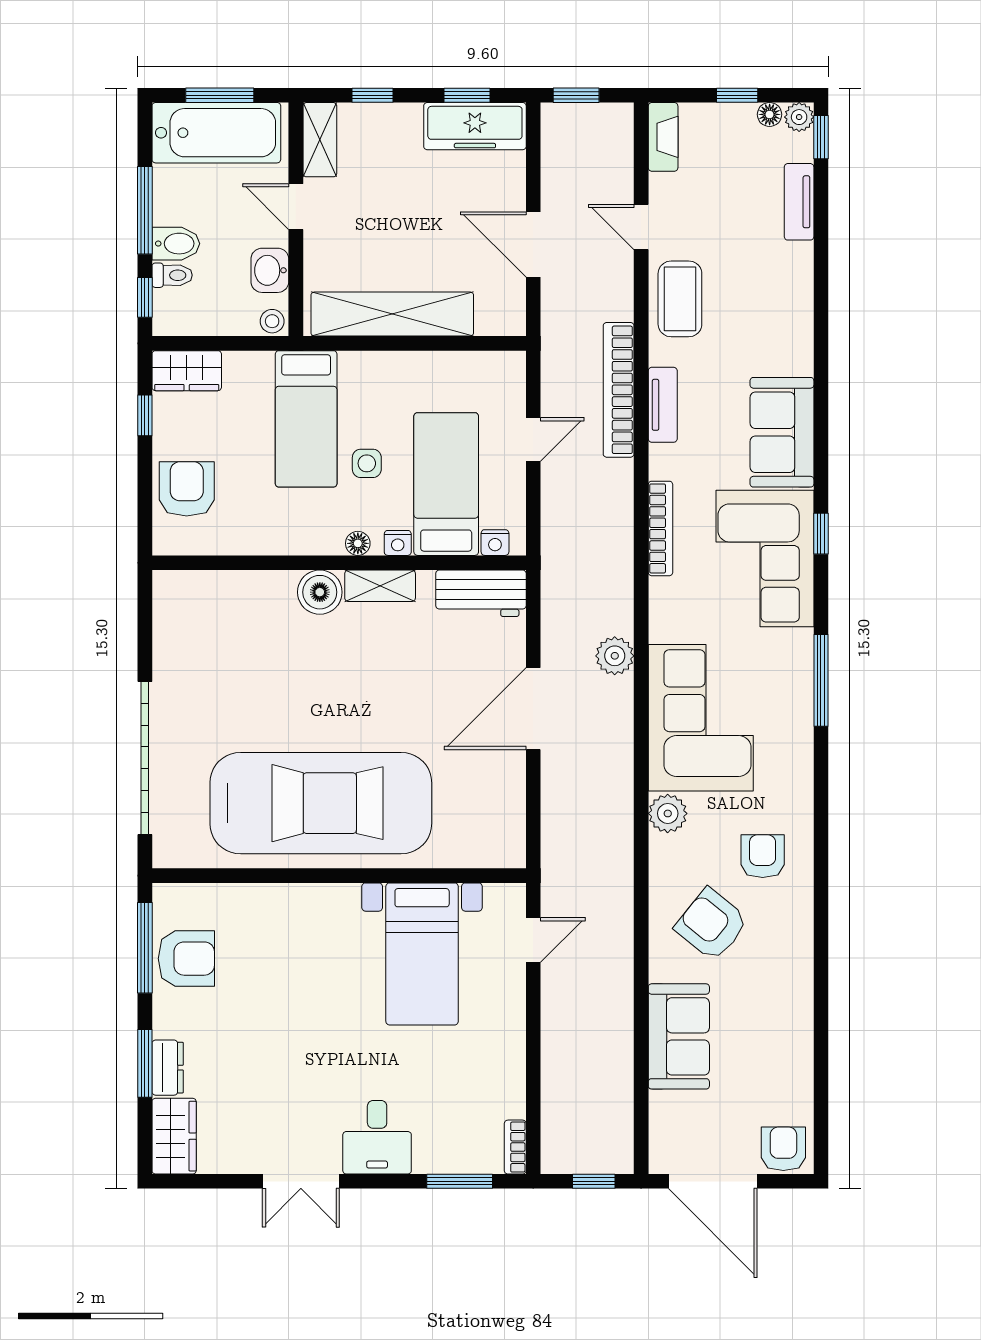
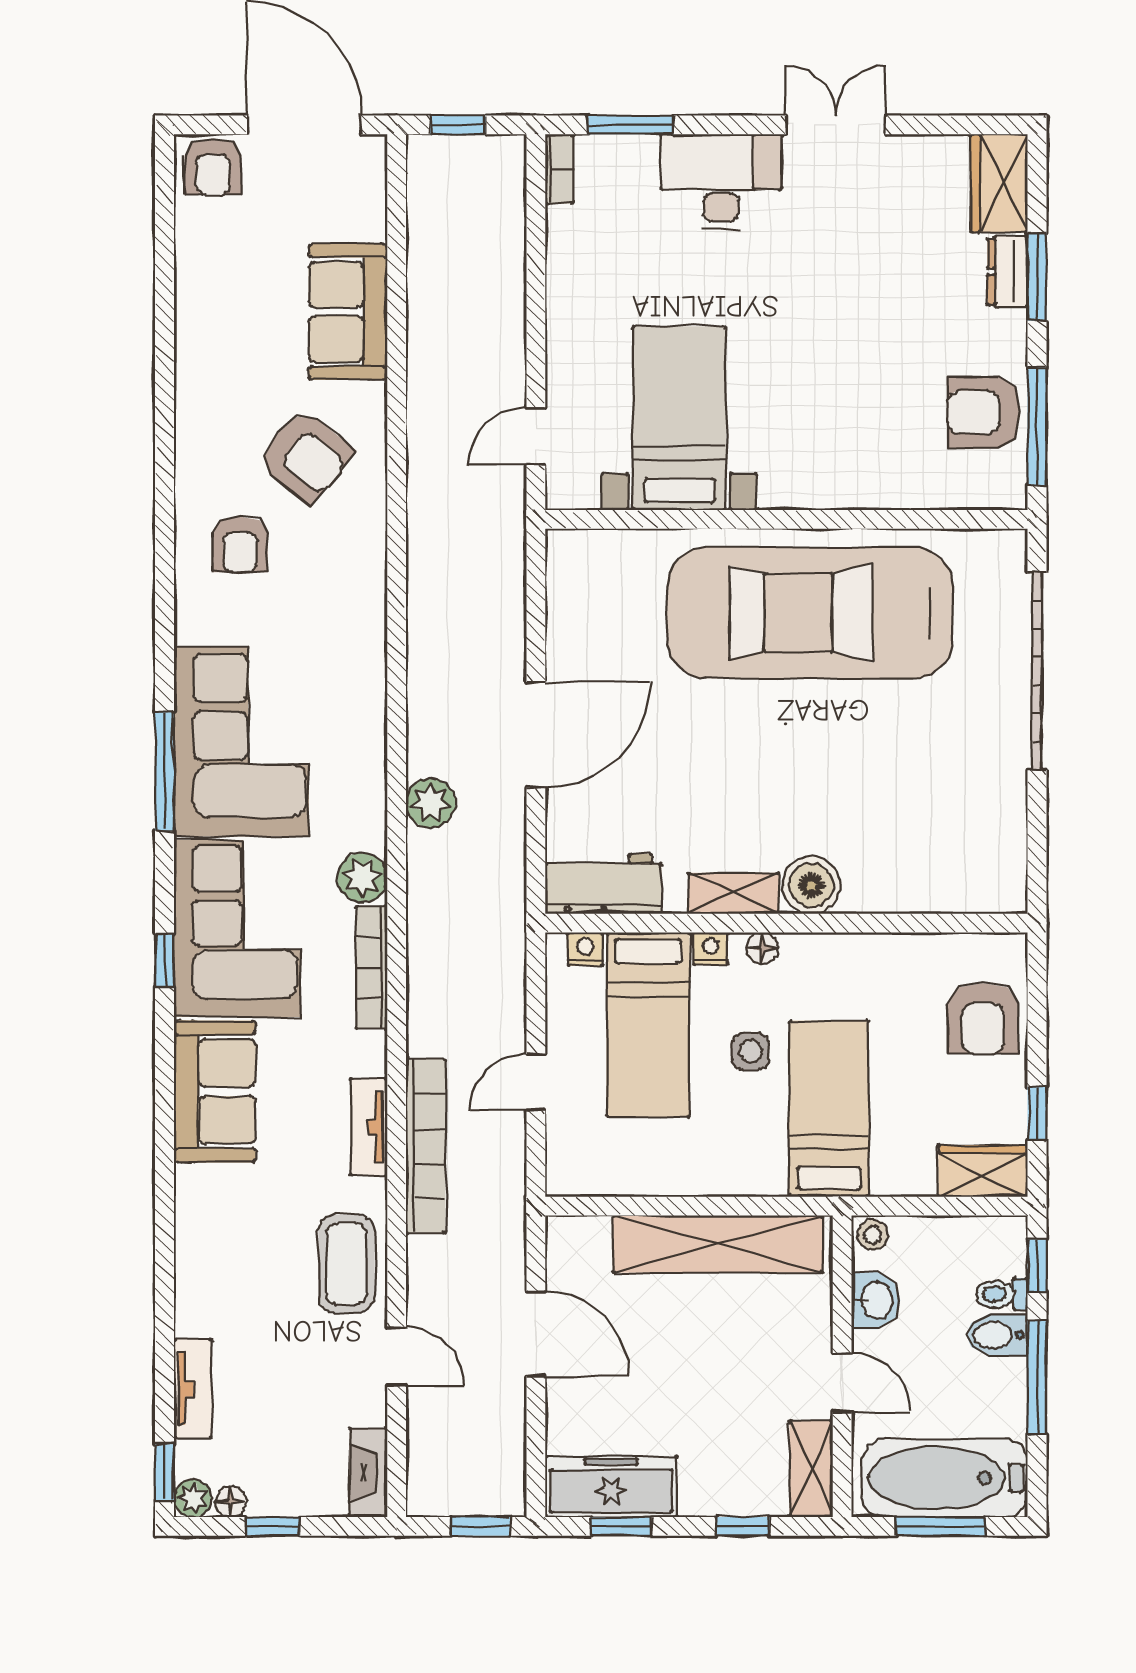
corner sofa: (701, 718) -> (241, 742), moved, turned 180
plant: (668, 813) -> (362, 877), moved
desk: (377, 1137) -> (721, 182), width x1.37

